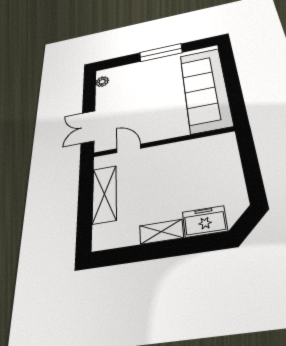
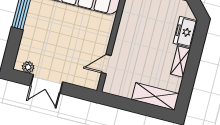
double door: (88, 127) -> (47, 84), moved
shelving: (104, 194) -> (155, 97), moved

